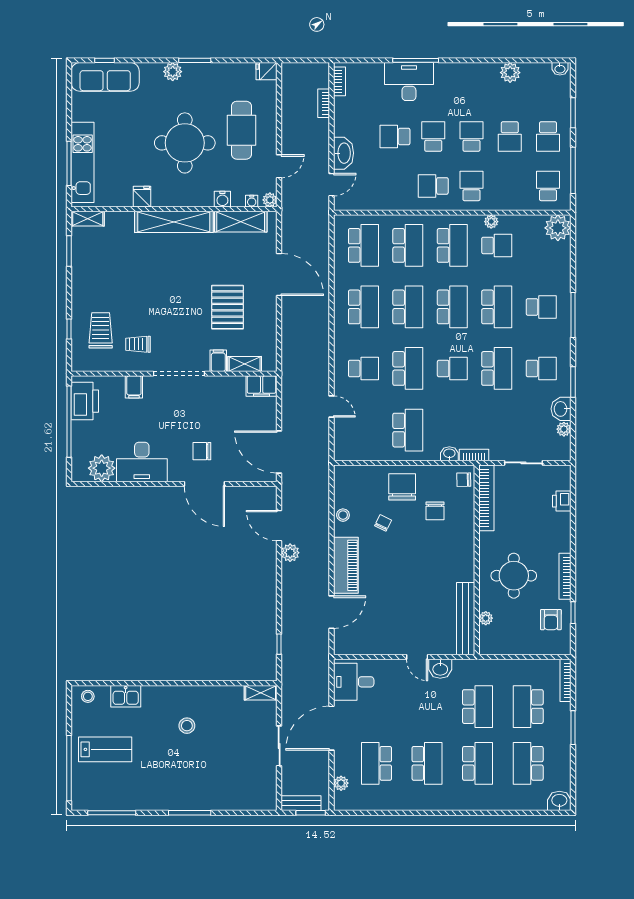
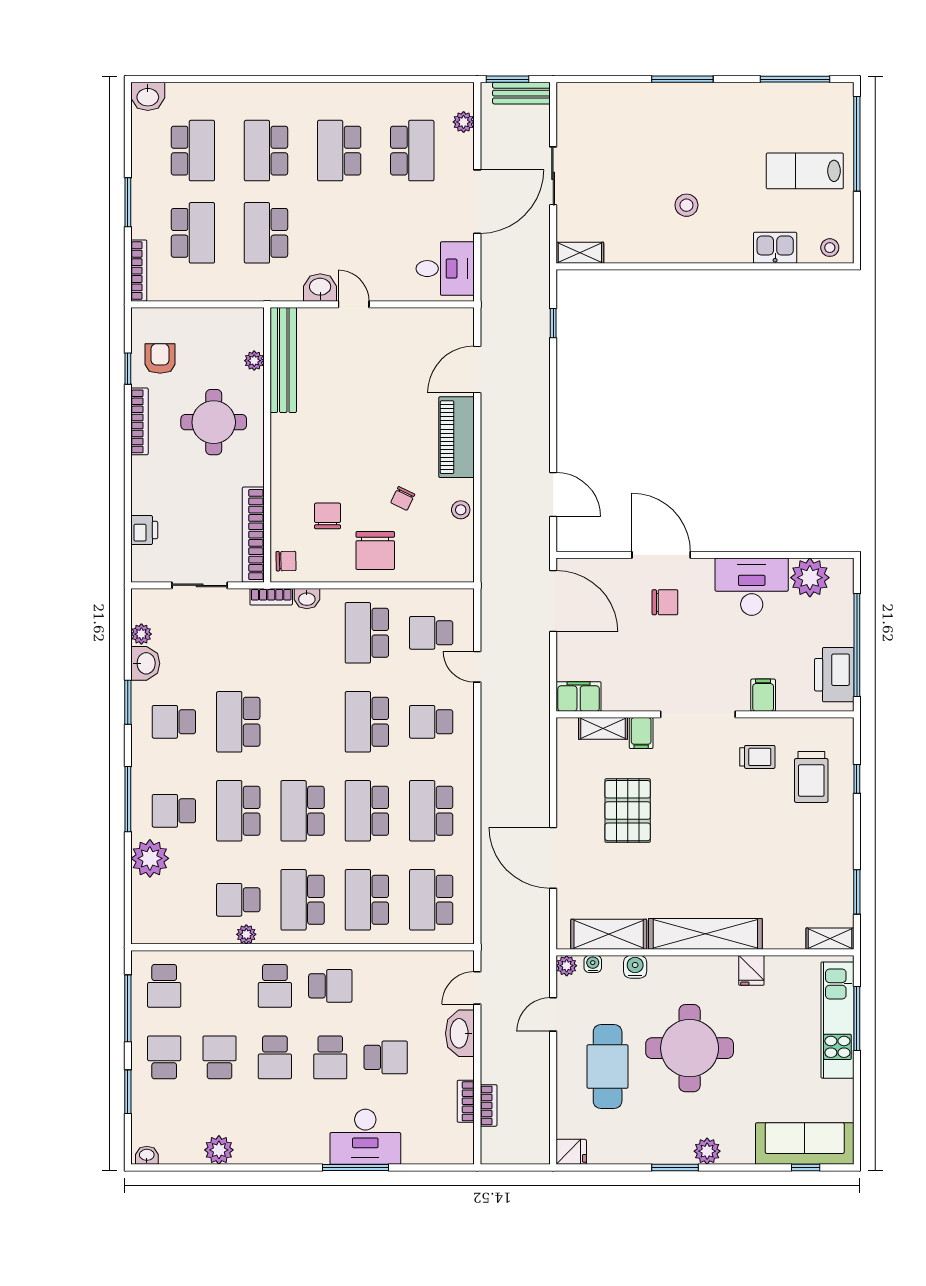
bookcase: (340, 81) -> (466, 1101), moved
plant: (558, 228) -> (150, 858), moved
school desk: (452, 368) -> (431, 633), moved
plant: (290, 553) -> (537, 455), removed

